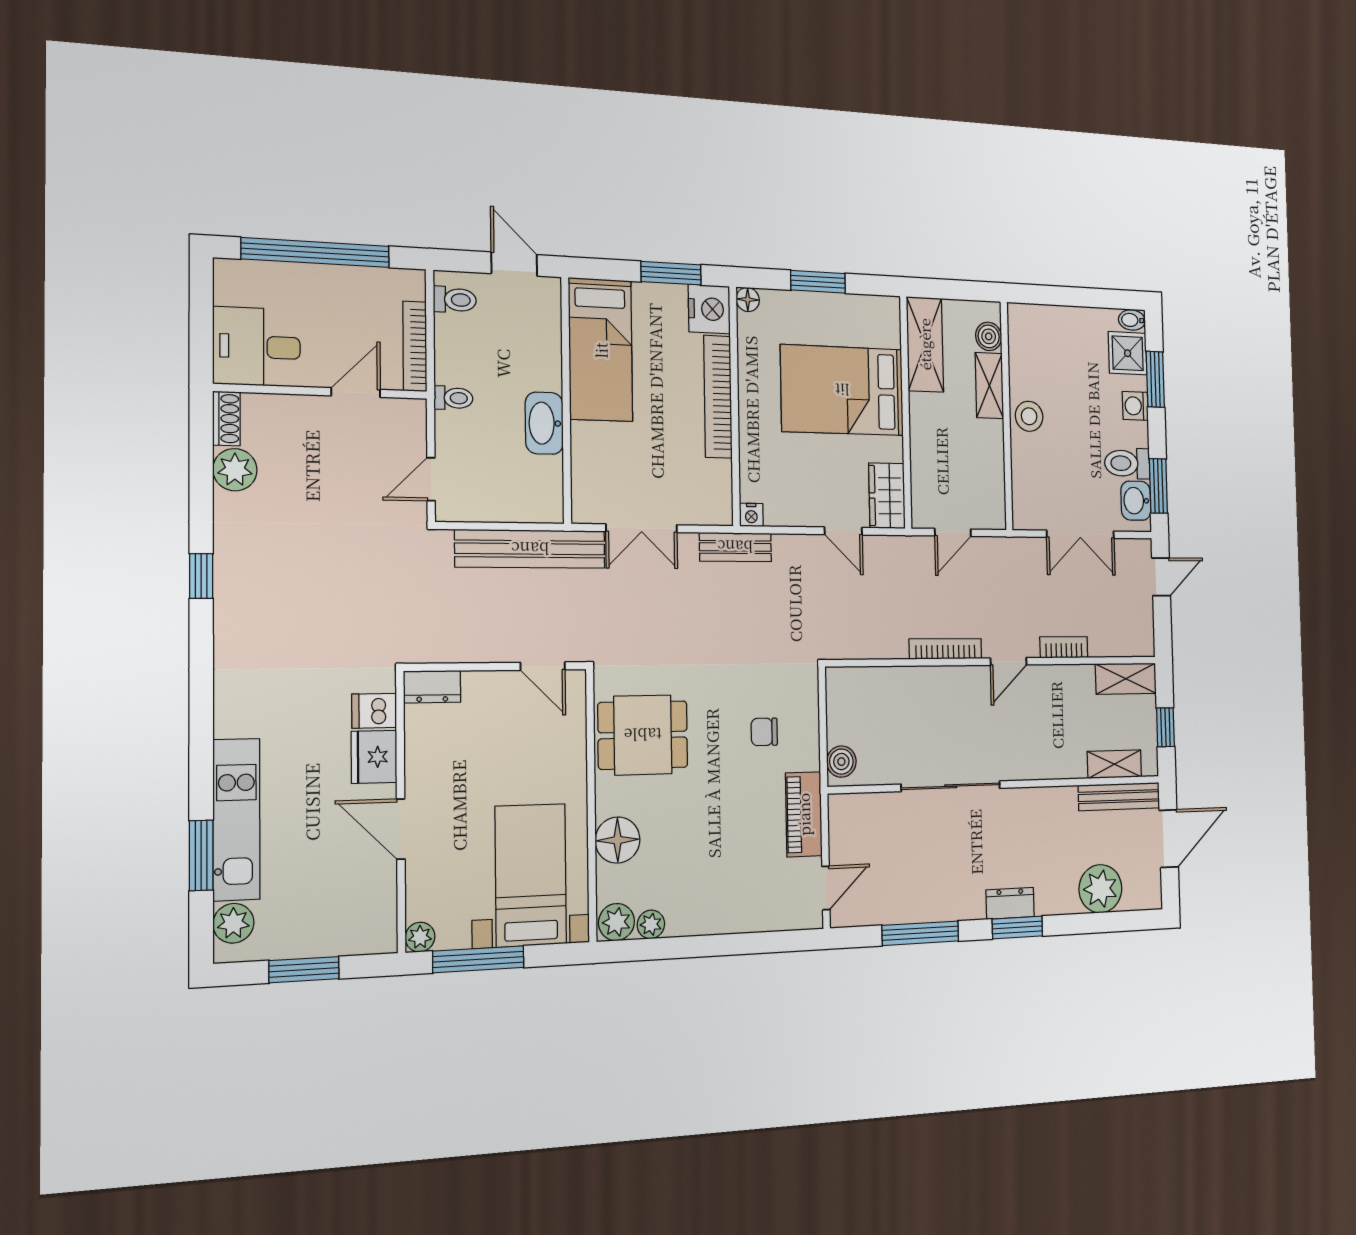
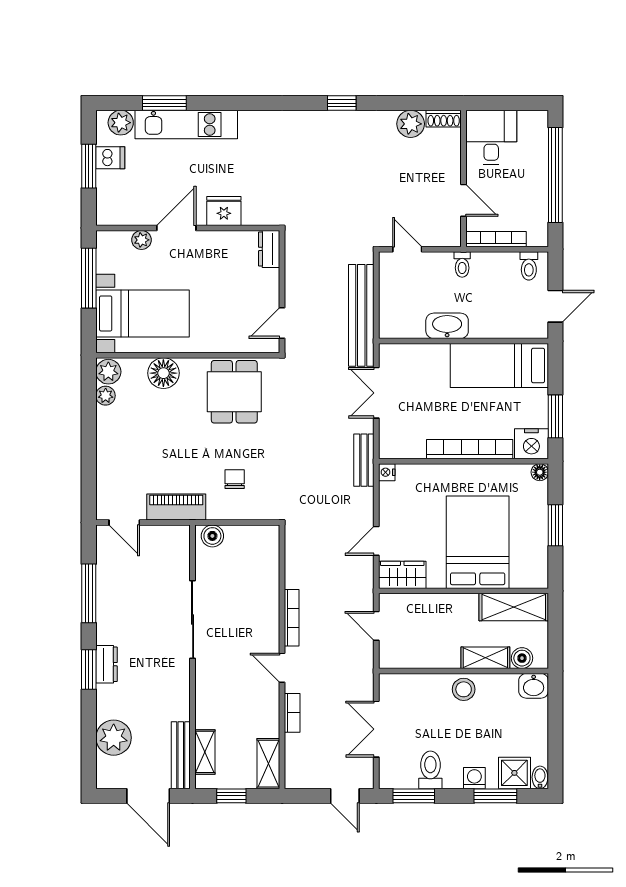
washbasin: (1136, 501) -> (534, 686), moved, turned 180
dishwasher: (374, 711) -> (110, 158), moved, turned 90
plant: (420, 937) -> (142, 240), moved

